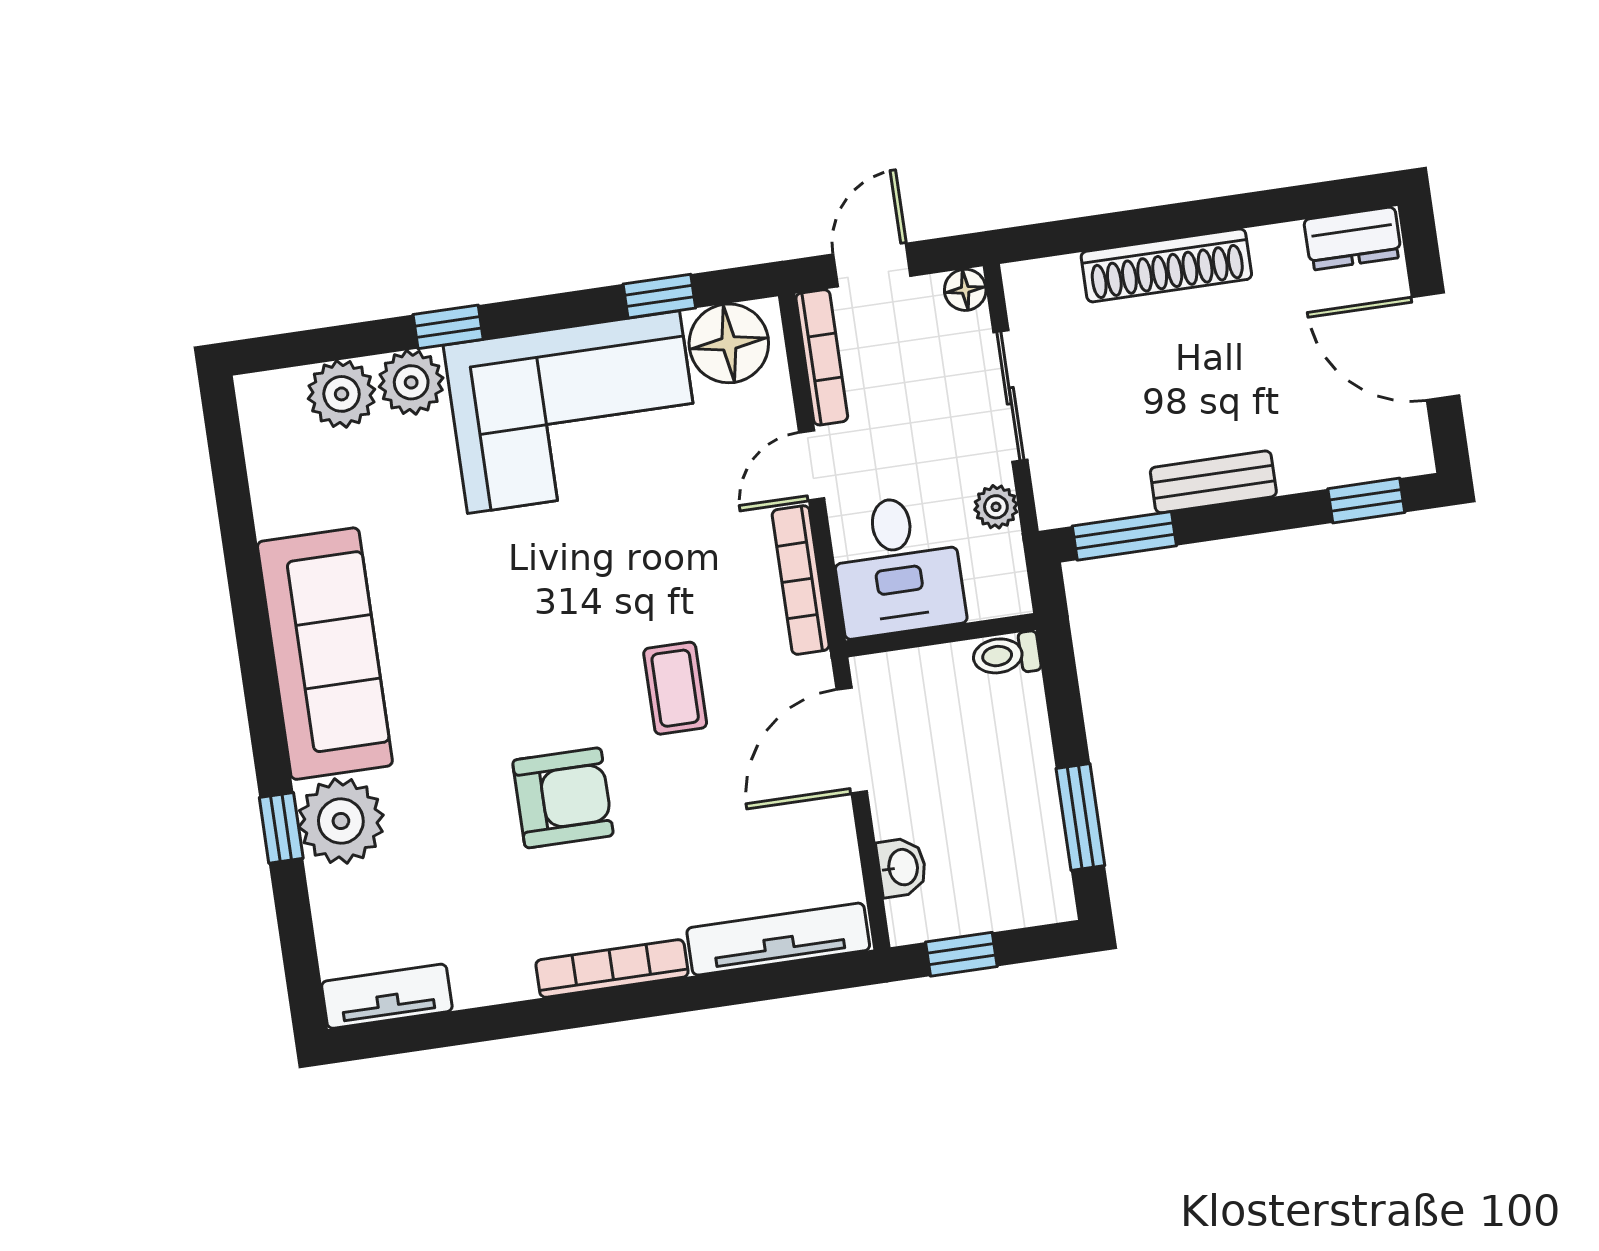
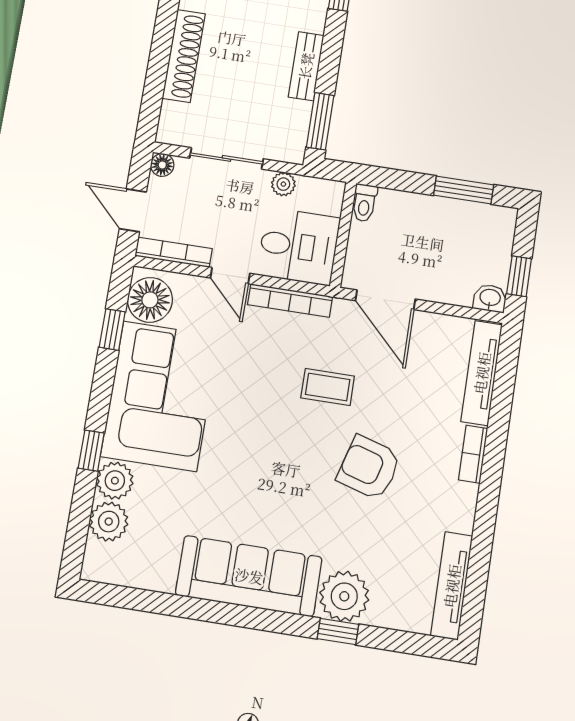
armchair: (563, 798) -> (369, 468), turned -74
washbasin: (902, 867) -> (490, 298), moved
bookcase: (612, 968) -> (473, 454), width x0.64
tv unit: (387, 996) -> (452, 586), width x1.41

